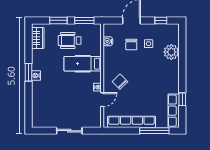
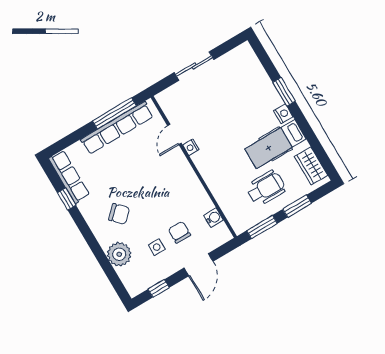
hospital bed: (83, 64) -> (276, 144), moved, turned 180
window: (28, 72) -> (284, 92), moved
chair: (120, 82) -> (119, 214), moved
window: (154, 131) -> (114, 113), moved

